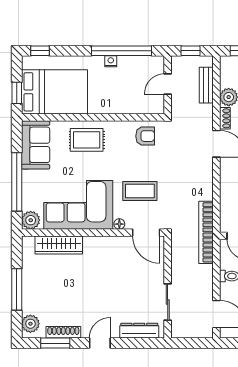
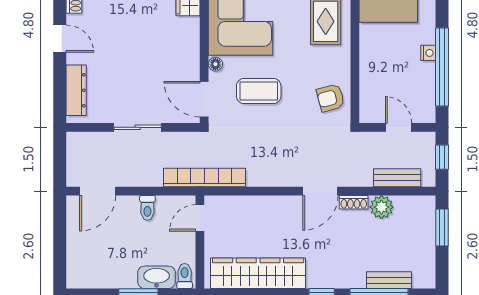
armchair: (145, 136) -> (331, 98), turned 75
coffee table: (140, 191) -> (259, 91), turned 90
door: (146, 233) -> (204, 99), hinge flipped
sliding door: (168, 302) -> (138, 127), moved

